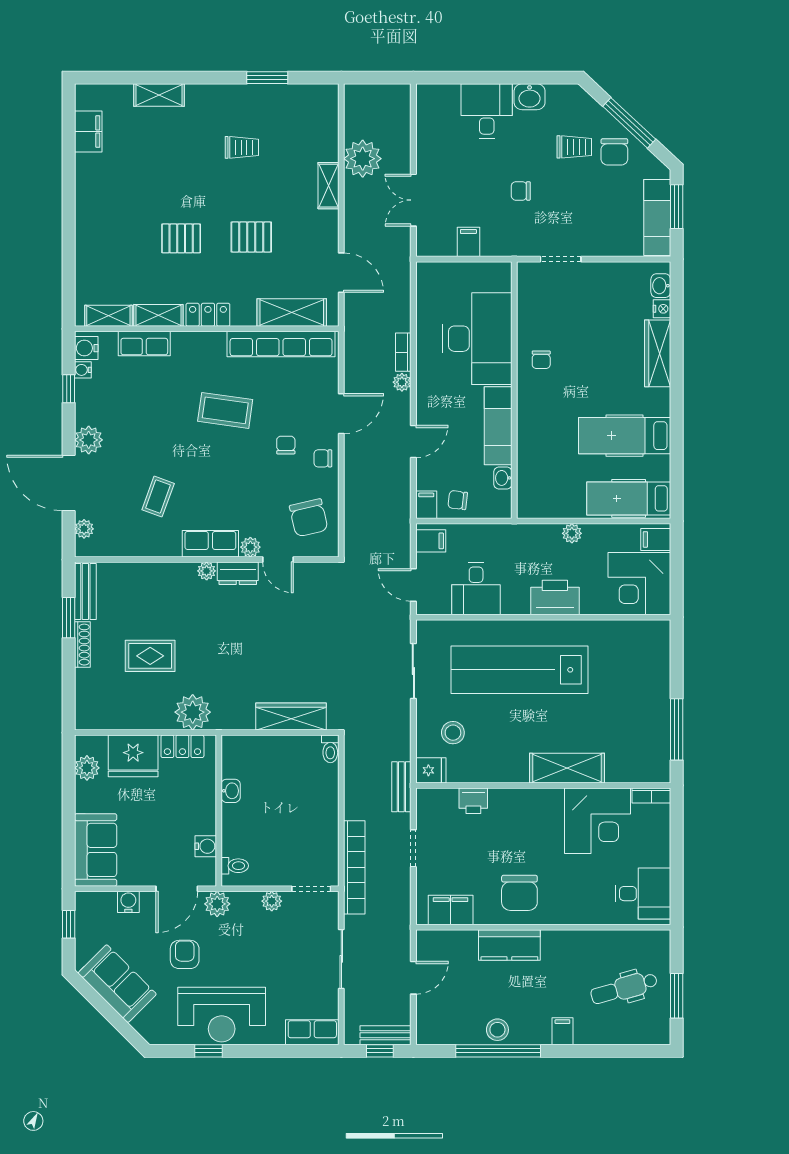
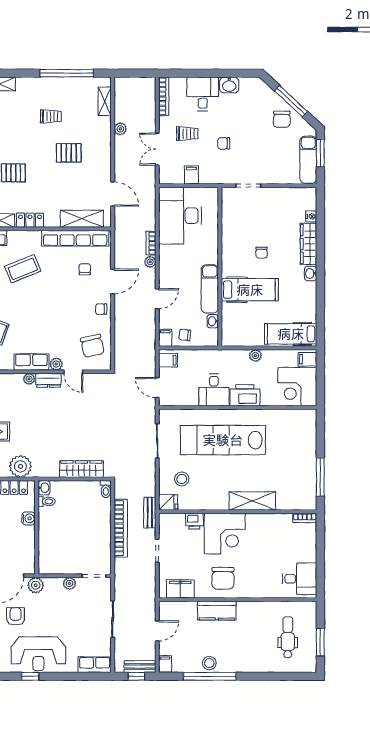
window: (267, 78) -> (67, 73), width x2.11
bookcase: (424, 115) -> (164, 96), added
trolley: (574, 147) -> (187, 134), moved
plant: (363, 159) -> (120, 129), width x0.53, depth x0.53
shelving: (328, 186) -> (105, 101), moved
pallet: (251, 237) -> (69, 153), moved
washbasin: (661, 286) -> (311, 273), moved
desk: (477, 339) -> (180, 216), moved, turned 180
chair: (541, 360) -> (262, 253), moved
coffee table: (225, 410) -> (23, 269), moved, turned -30
hospital bed: (625, 436) -> (250, 290), moved, turned 180
chair: (286, 445) -> (85, 269), moved
desk: (476, 589) -> (214, 390), moved
washbasin: (231, 791) -> (44, 488), moved
corner desk: (597, 821) -> (225, 534), moved
water cooler: (206, 846) -> (29, 518), moved
toilet: (235, 866) -> (47, 501), moved
bookcase: (354, 867) -> (121, 528), moved
dental chair: (624, 988) -> (288, 637), turned 106
filing cabinet: (562, 1031) -> (165, 664), moved

